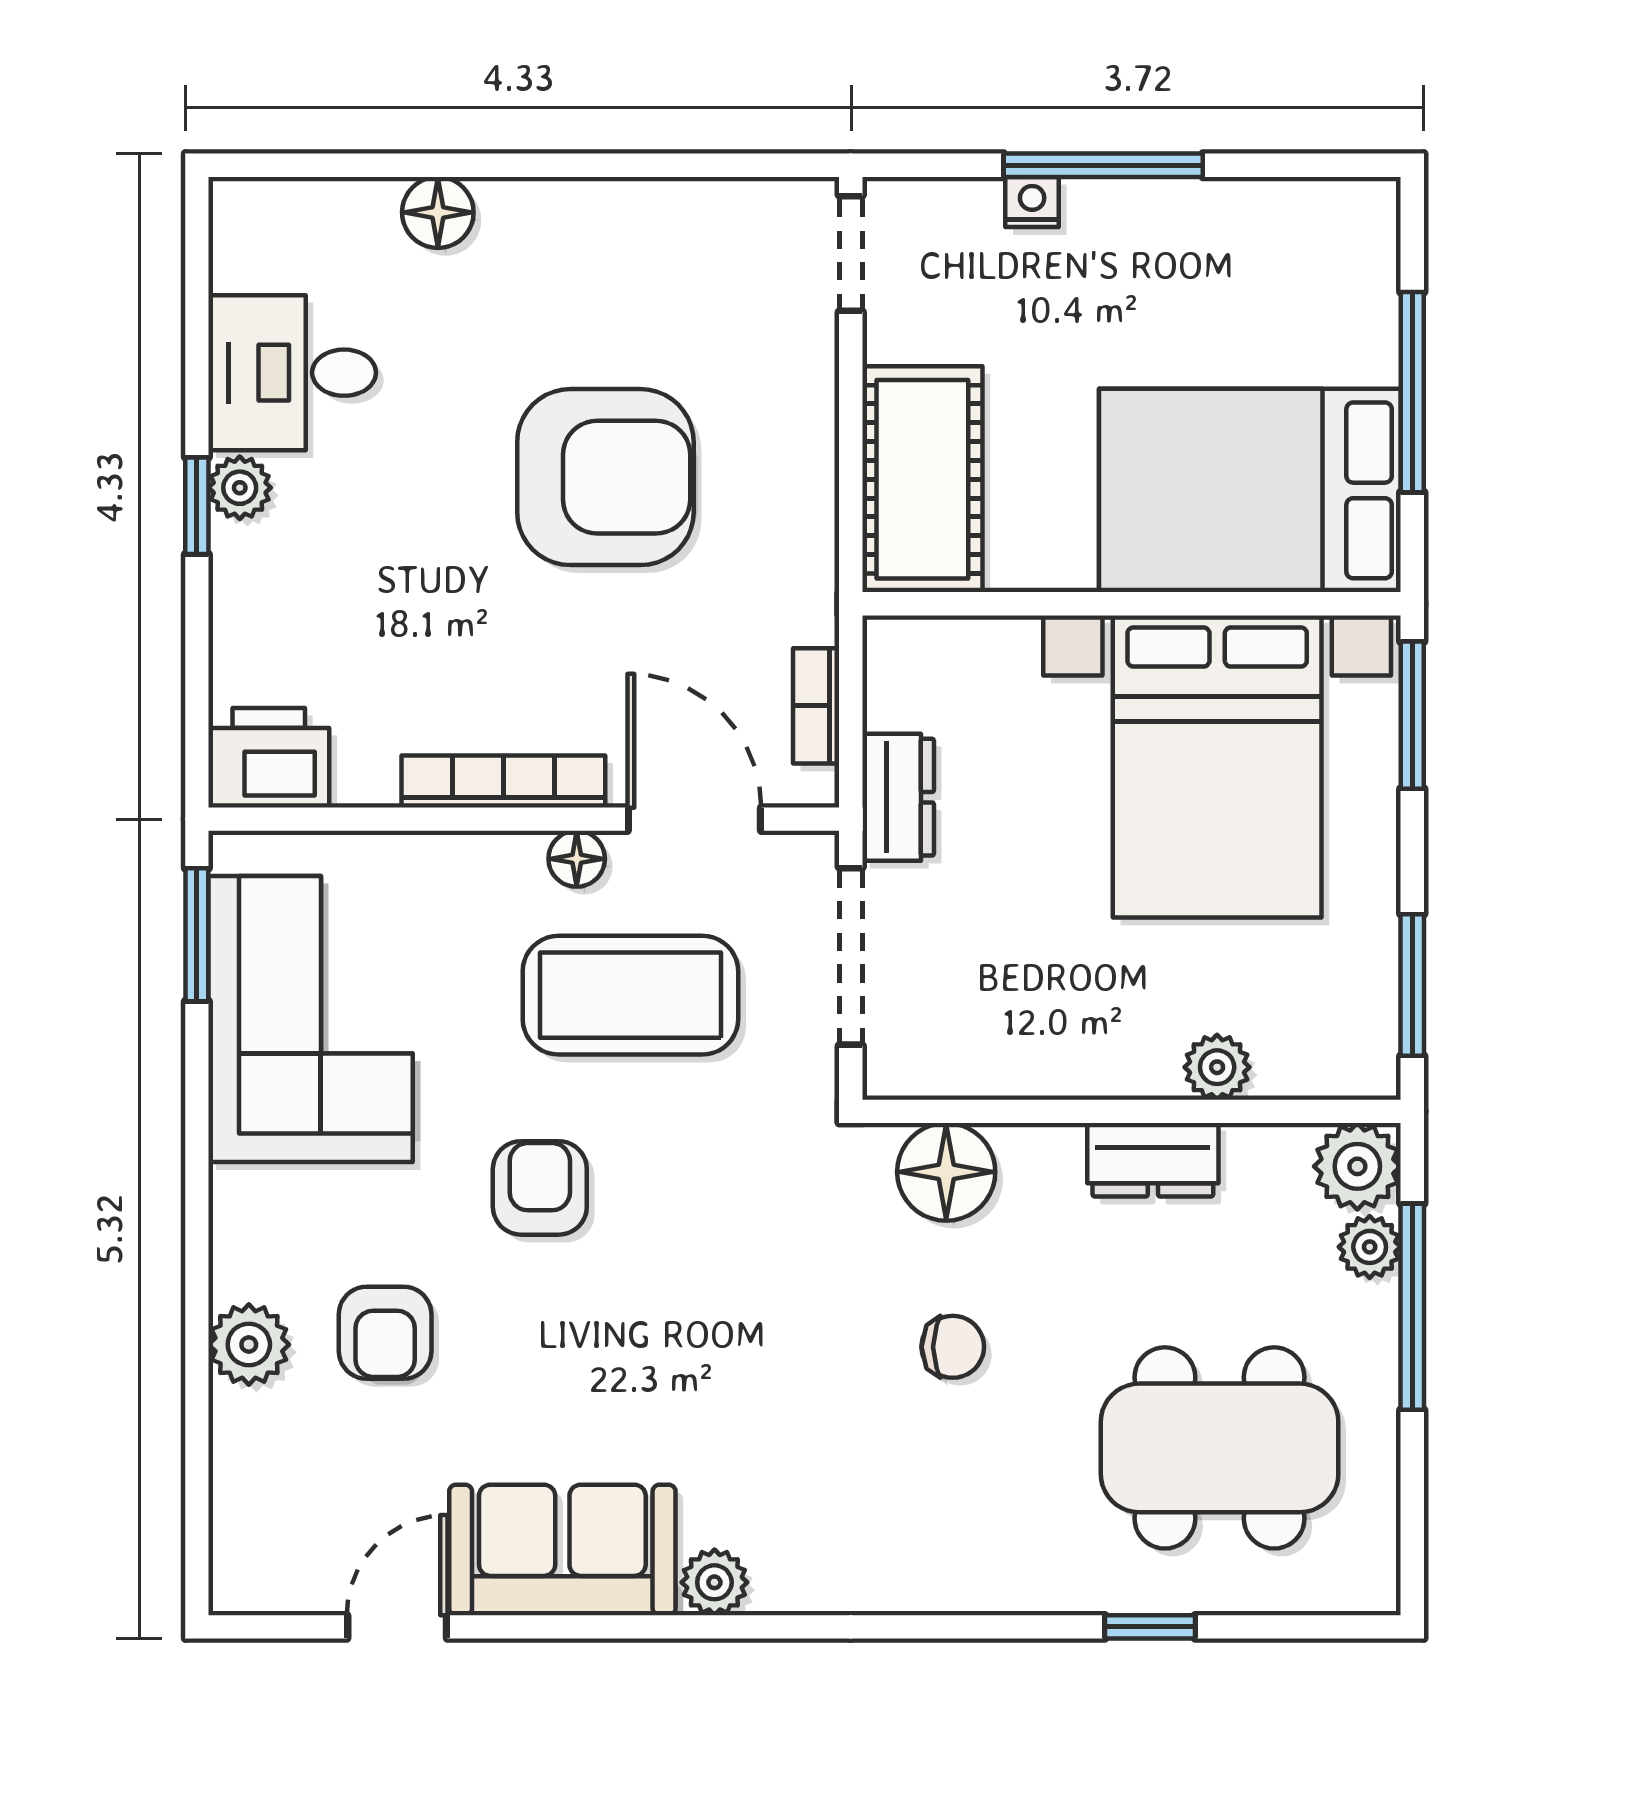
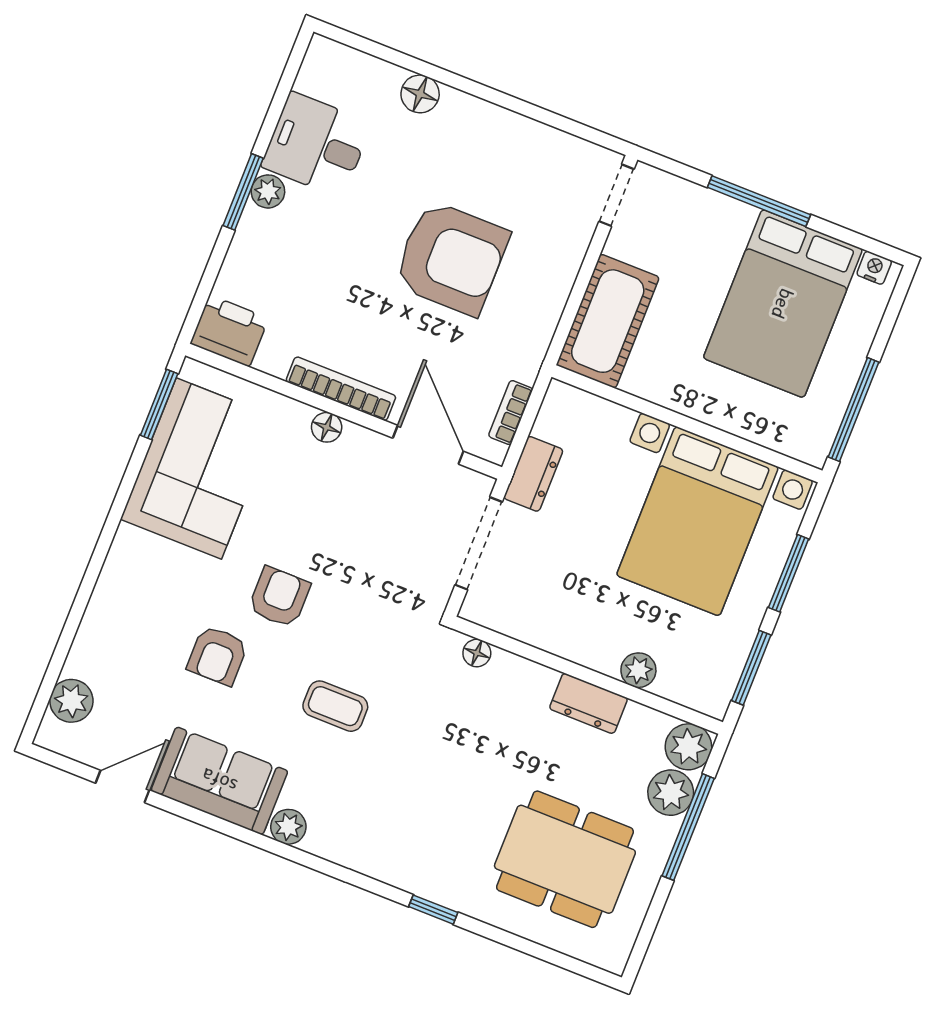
nightstand: (1032, 202) -> (874, 268), moved
window: (1412, 392) -> (853, 410), moved
bed: (1250, 490) -> (783, 304), moved, turned -90
window: (197, 506) -> (243, 192), width x1.50
window: (1412, 715) -> (789, 573), moved
floor lamp: (577, 859) -> (327, 427), moved
coffee table: (630, 995) -> (335, 706), moved, width x0.54, depth x0.58
floor lamp: (946, 1172) -> (477, 653), width x0.53, depth x0.53
plant: (1370, 1247) -> (671, 793), width x1.38, depth x1.38
armchair: (385, 1333) -> (217, 655), moved
plant: (249, 1345) -> (71, 701), moved
chair: (953, 1347) -> (453, 757), removed
window: (1150, 1627) -> (433, 910), moved

